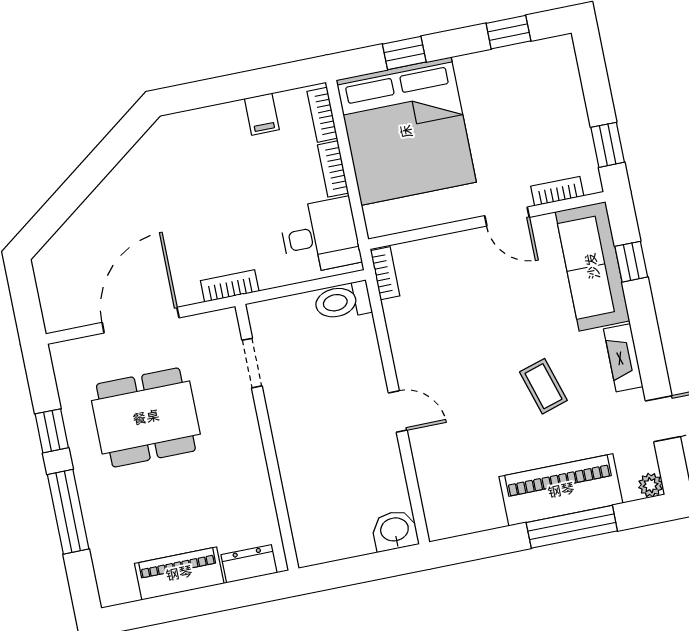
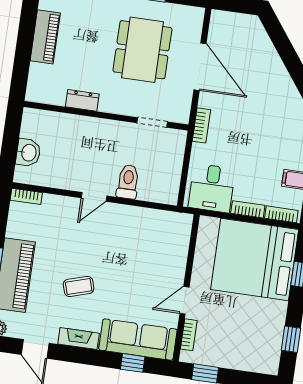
bookcase: (385, 273) -> (26, 196), moved
toilet: (343, 301) -> (128, 182), moved
washbasin: (395, 530) -> (28, 153), moved
dresser: (249, 564) -> (82, 100), moved, turned -90

